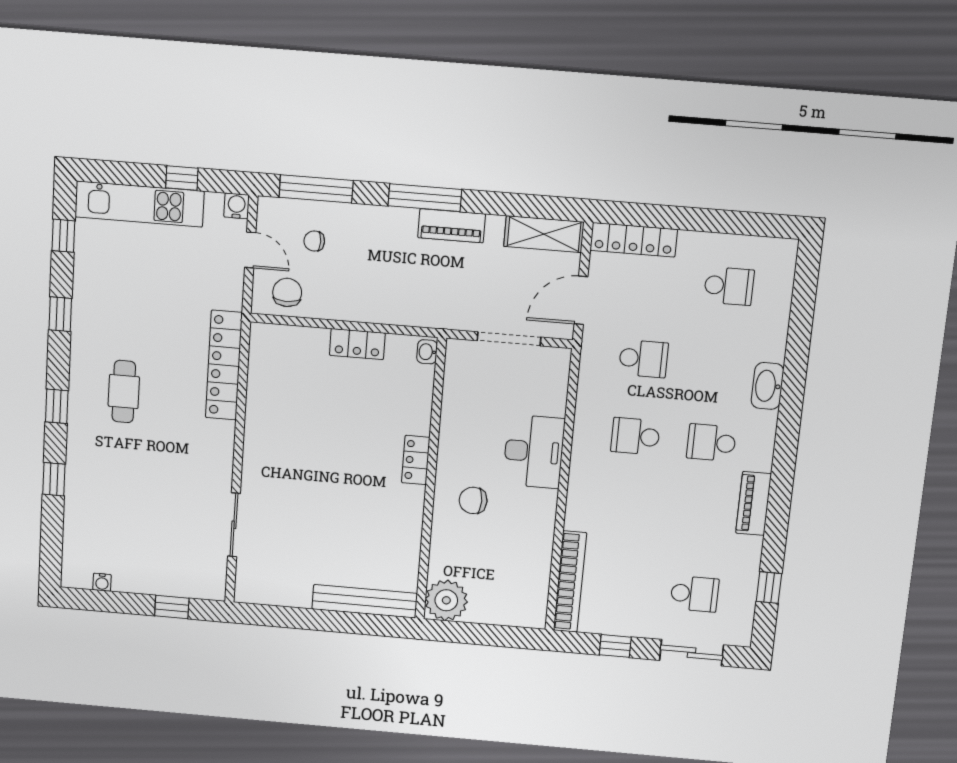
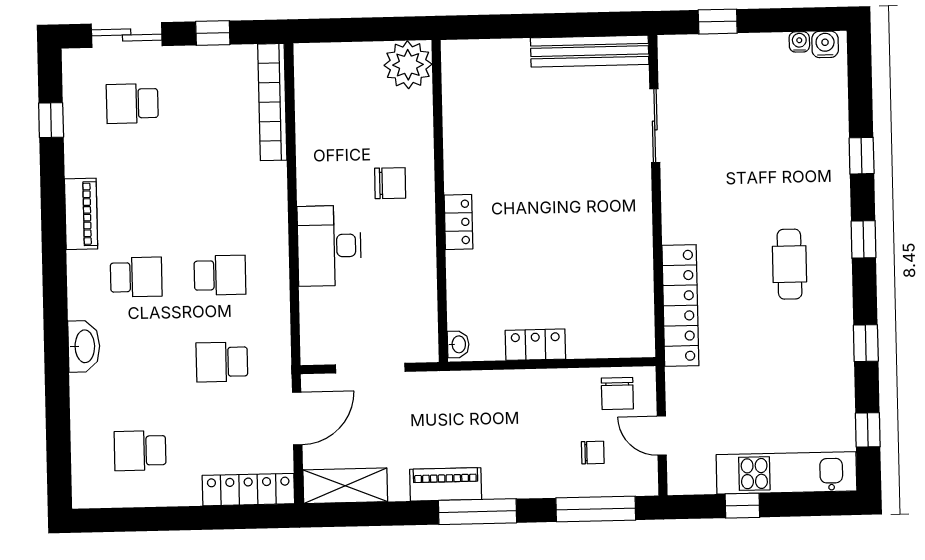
water cooler: (237, 206) -> (825, 44), moved, turned 180
bench: (365, 601) -> (590, 51), moved

